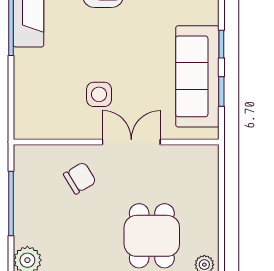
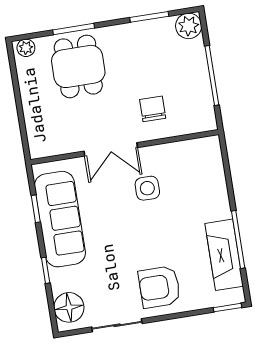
window: (221, 44) -> (46, 270), moved
chair: (80, 178) -> (153, 109), turned 121

